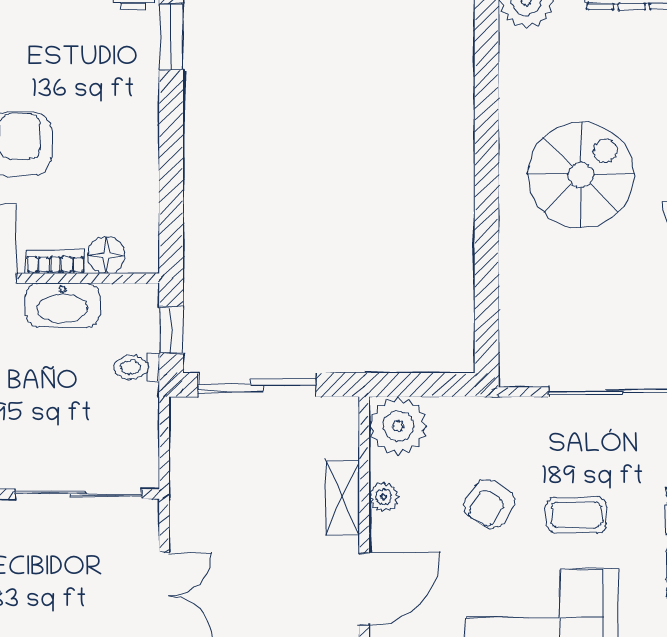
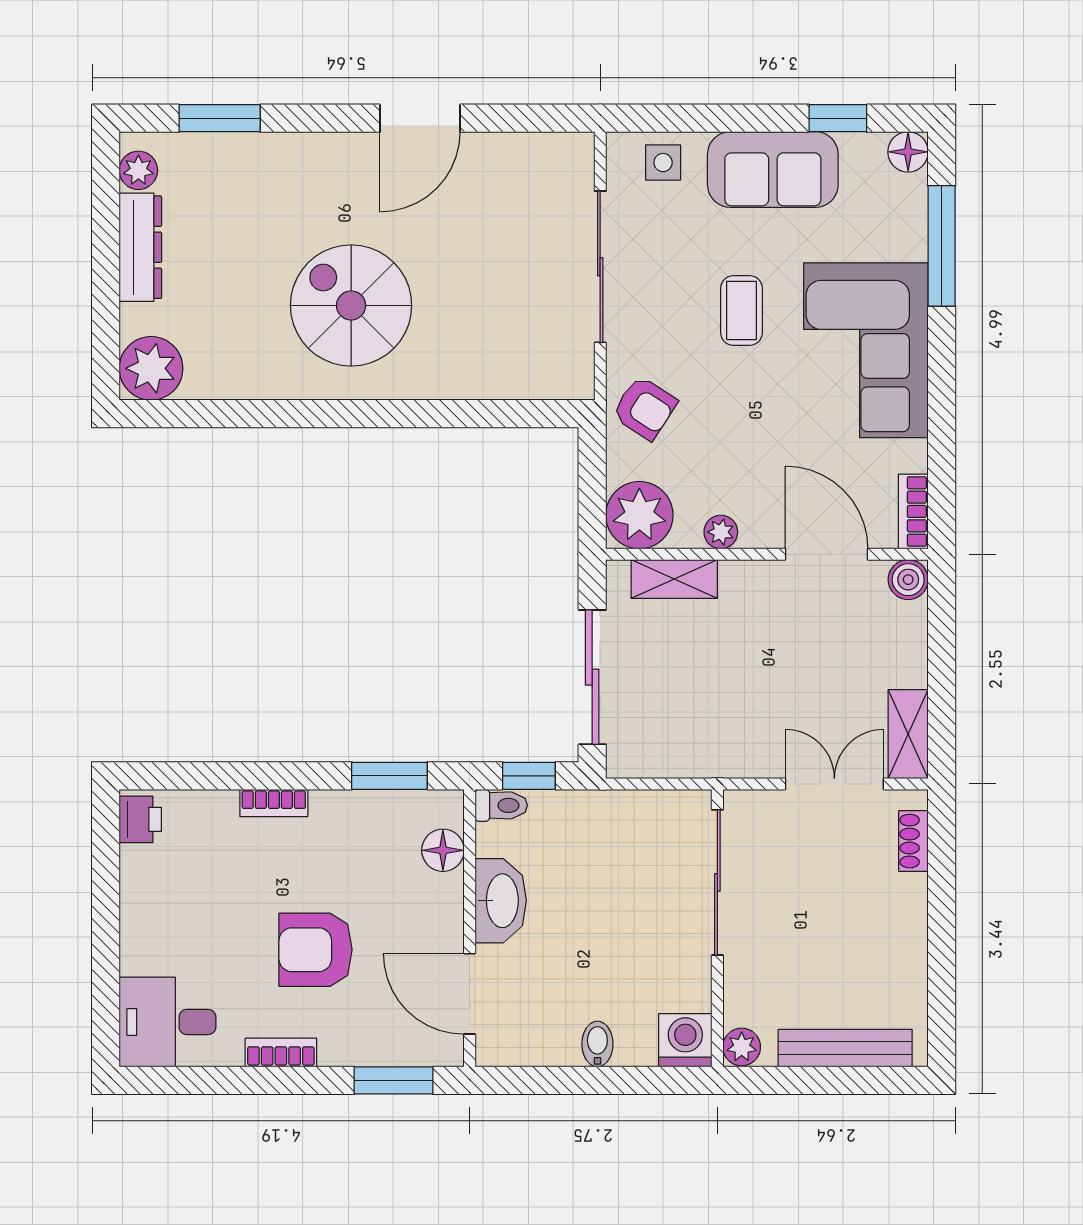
window: (171, 37) -> (389, 776), moved
bookcase: (55, 262) -> (274, 803), moved, turned -90
toilet: (137, 367) -> (501, 805), moved, turned -90
shelving: (343, 497) -> (674, 579), moved
armchair: (489, 504) -> (645, 408), moved

